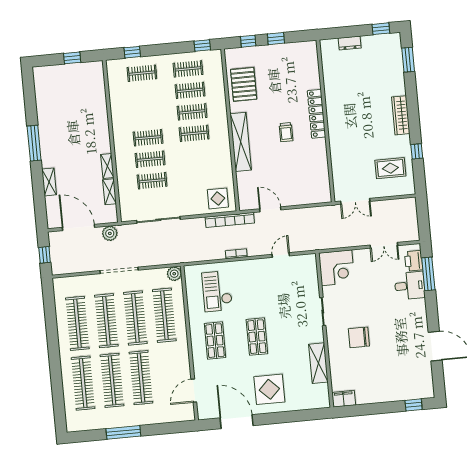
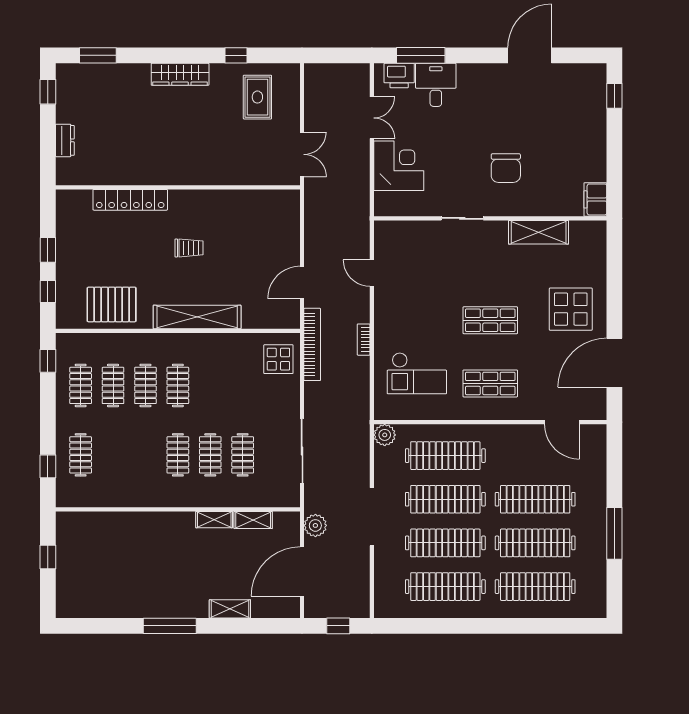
locker: (317, 114) -> (130, 200), moved
corner desk: (337, 268) -> (399, 166), moved

